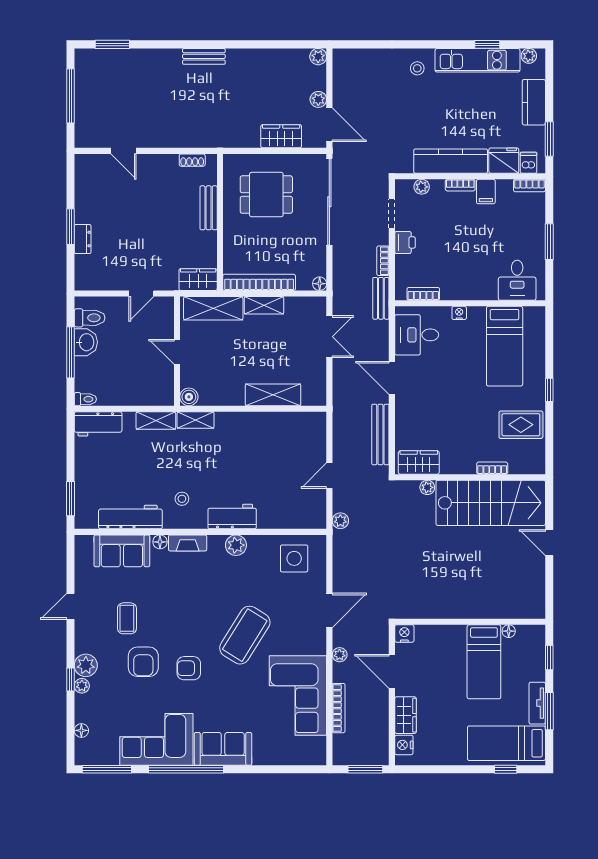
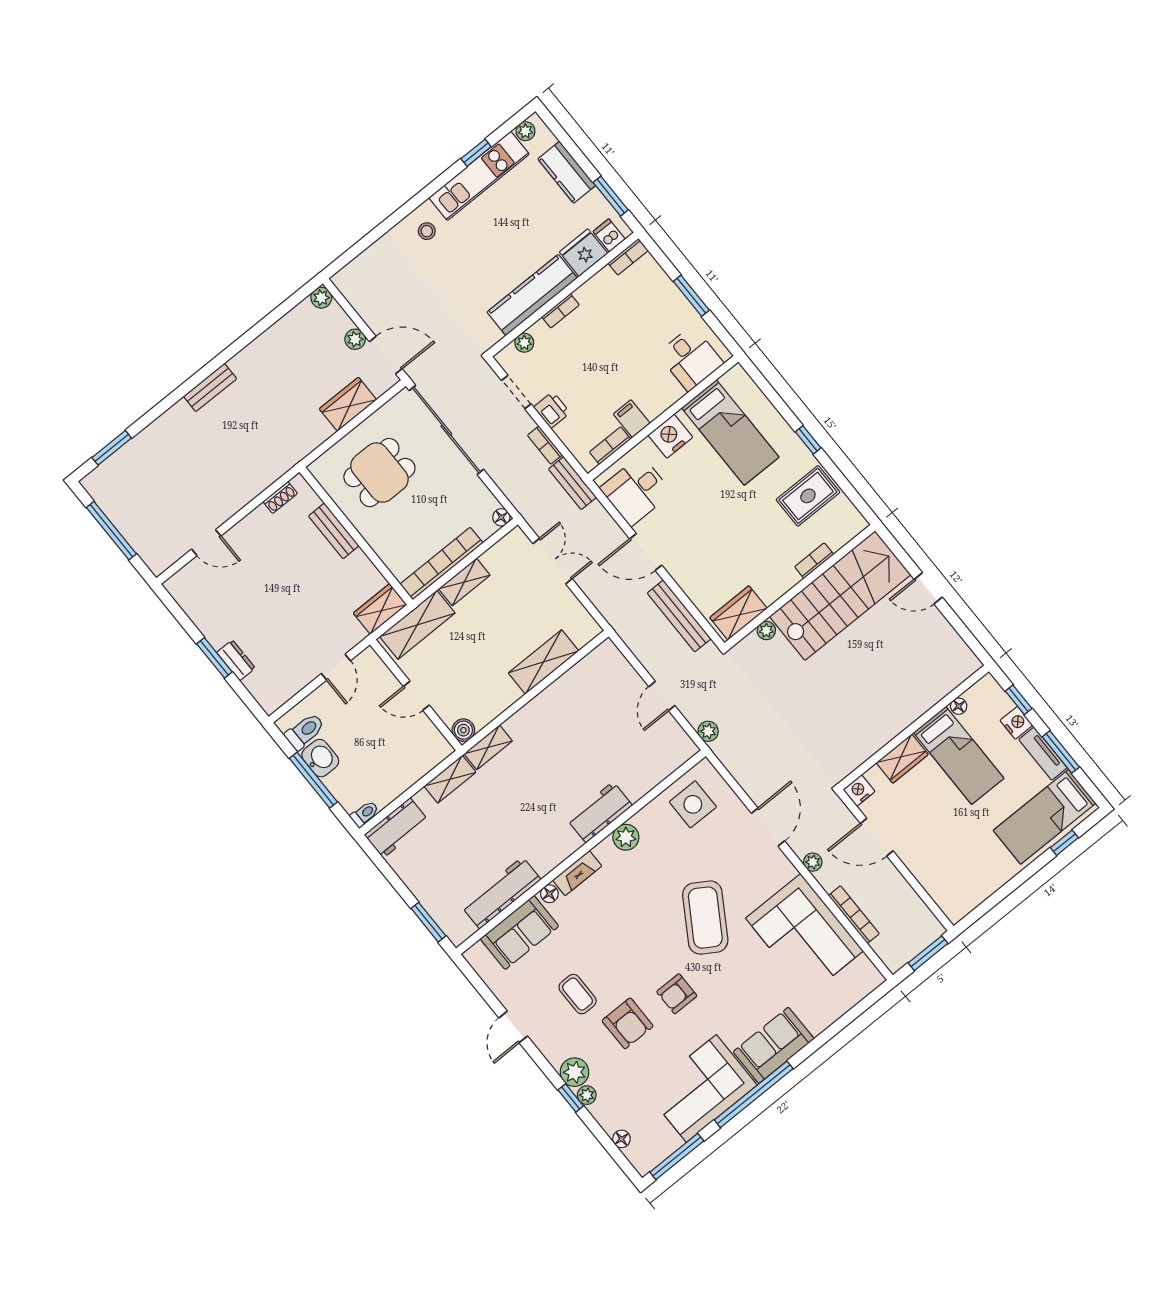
filing cabinet: (486, 192) -> (632, 419), moved, turned 180
nightstand: (459, 313) -> (670, 436), width x1.89, depth x1.79
stool: (182, 499) -> (537, 835), removed
wardrobe: (406, 715) -> (902, 759), moved, turned 90
nightstand: (404, 745) -> (1016, 723), moved, turned 180

